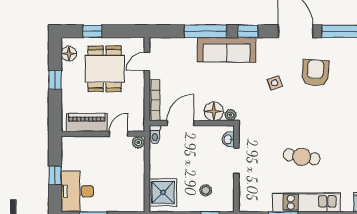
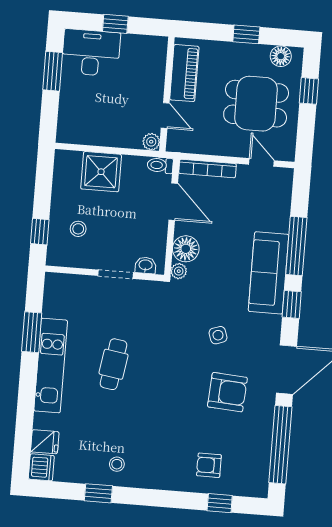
shower: (163, 192) -> (101, 172), moved

